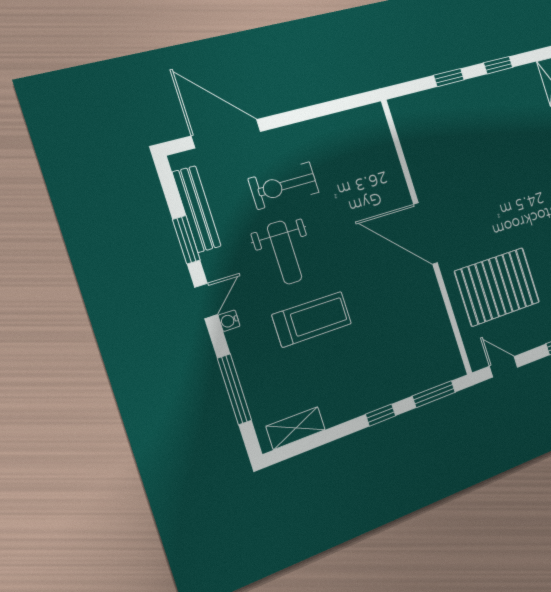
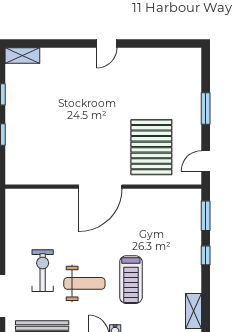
exercise bike: (284, 186) -> (43, 271), turned 180
treadmill: (312, 319) -> (131, 280), turned 180

